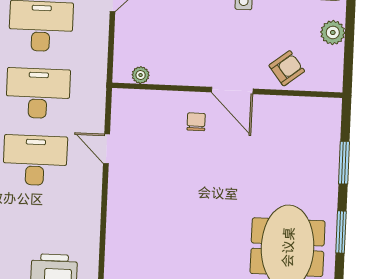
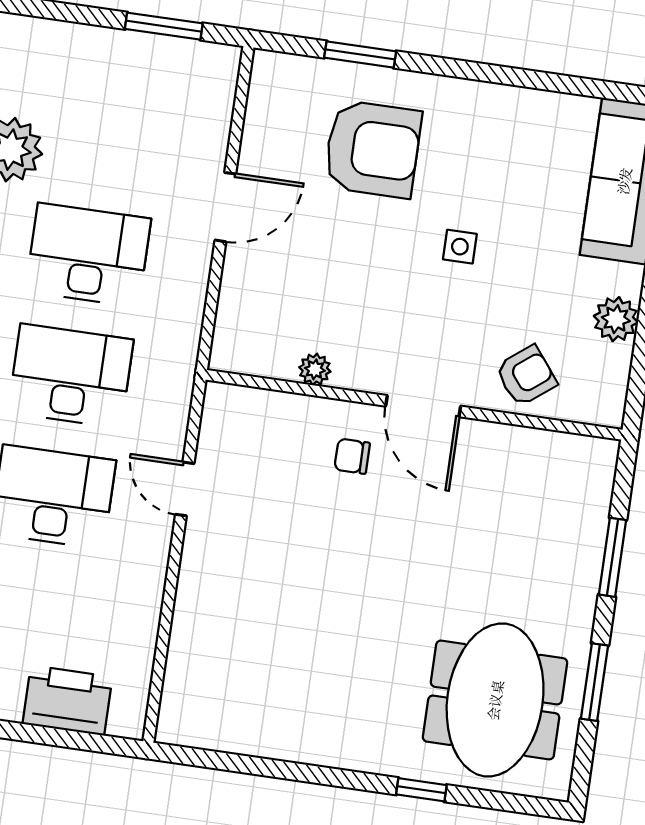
plant: (141, 75) -> (315, 369), moved
chair: (196, 122) -> (352, 456), turned -90

